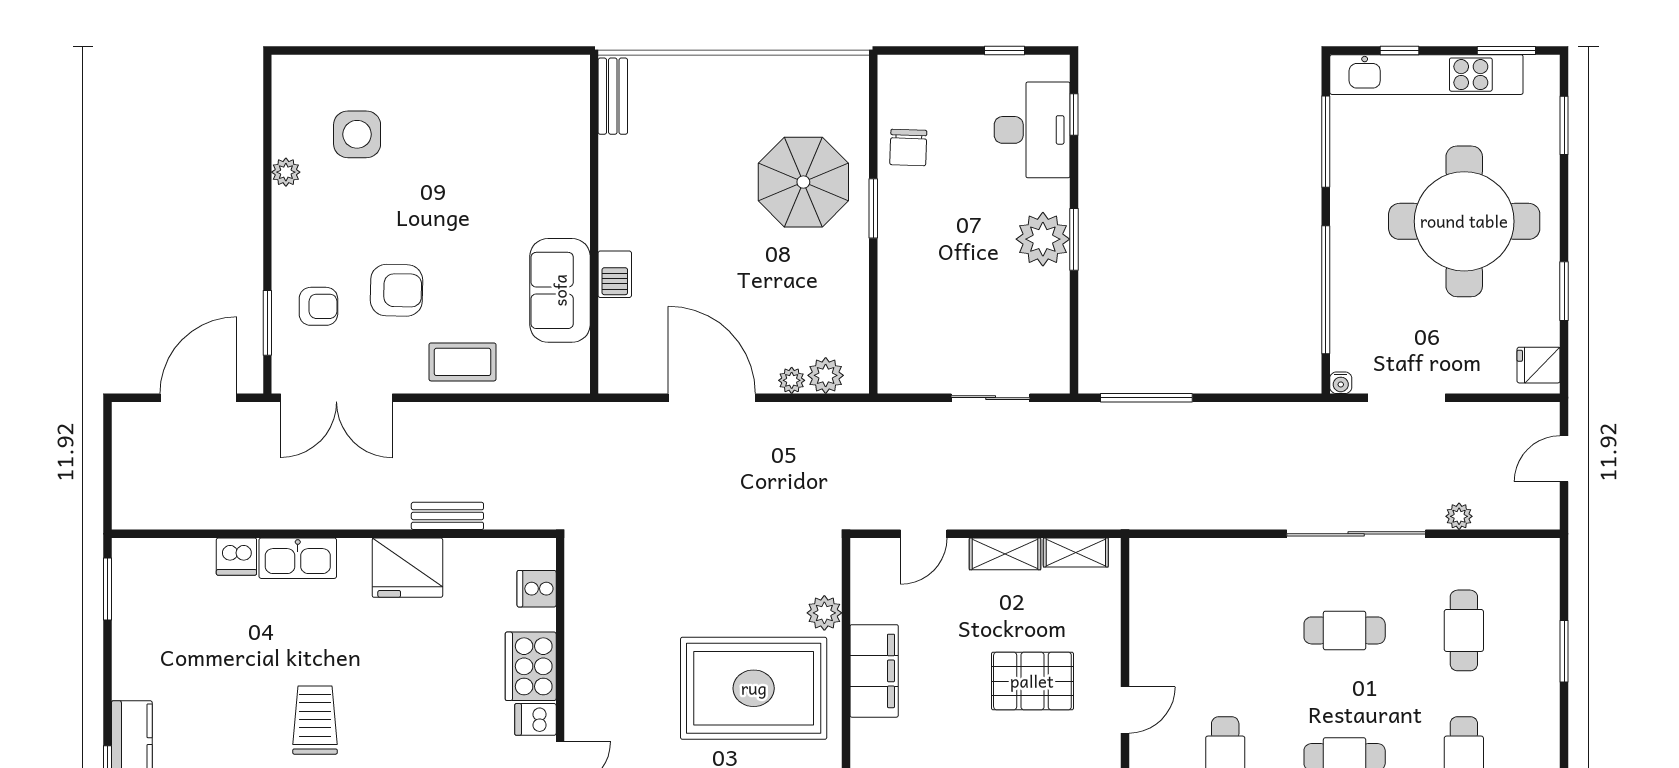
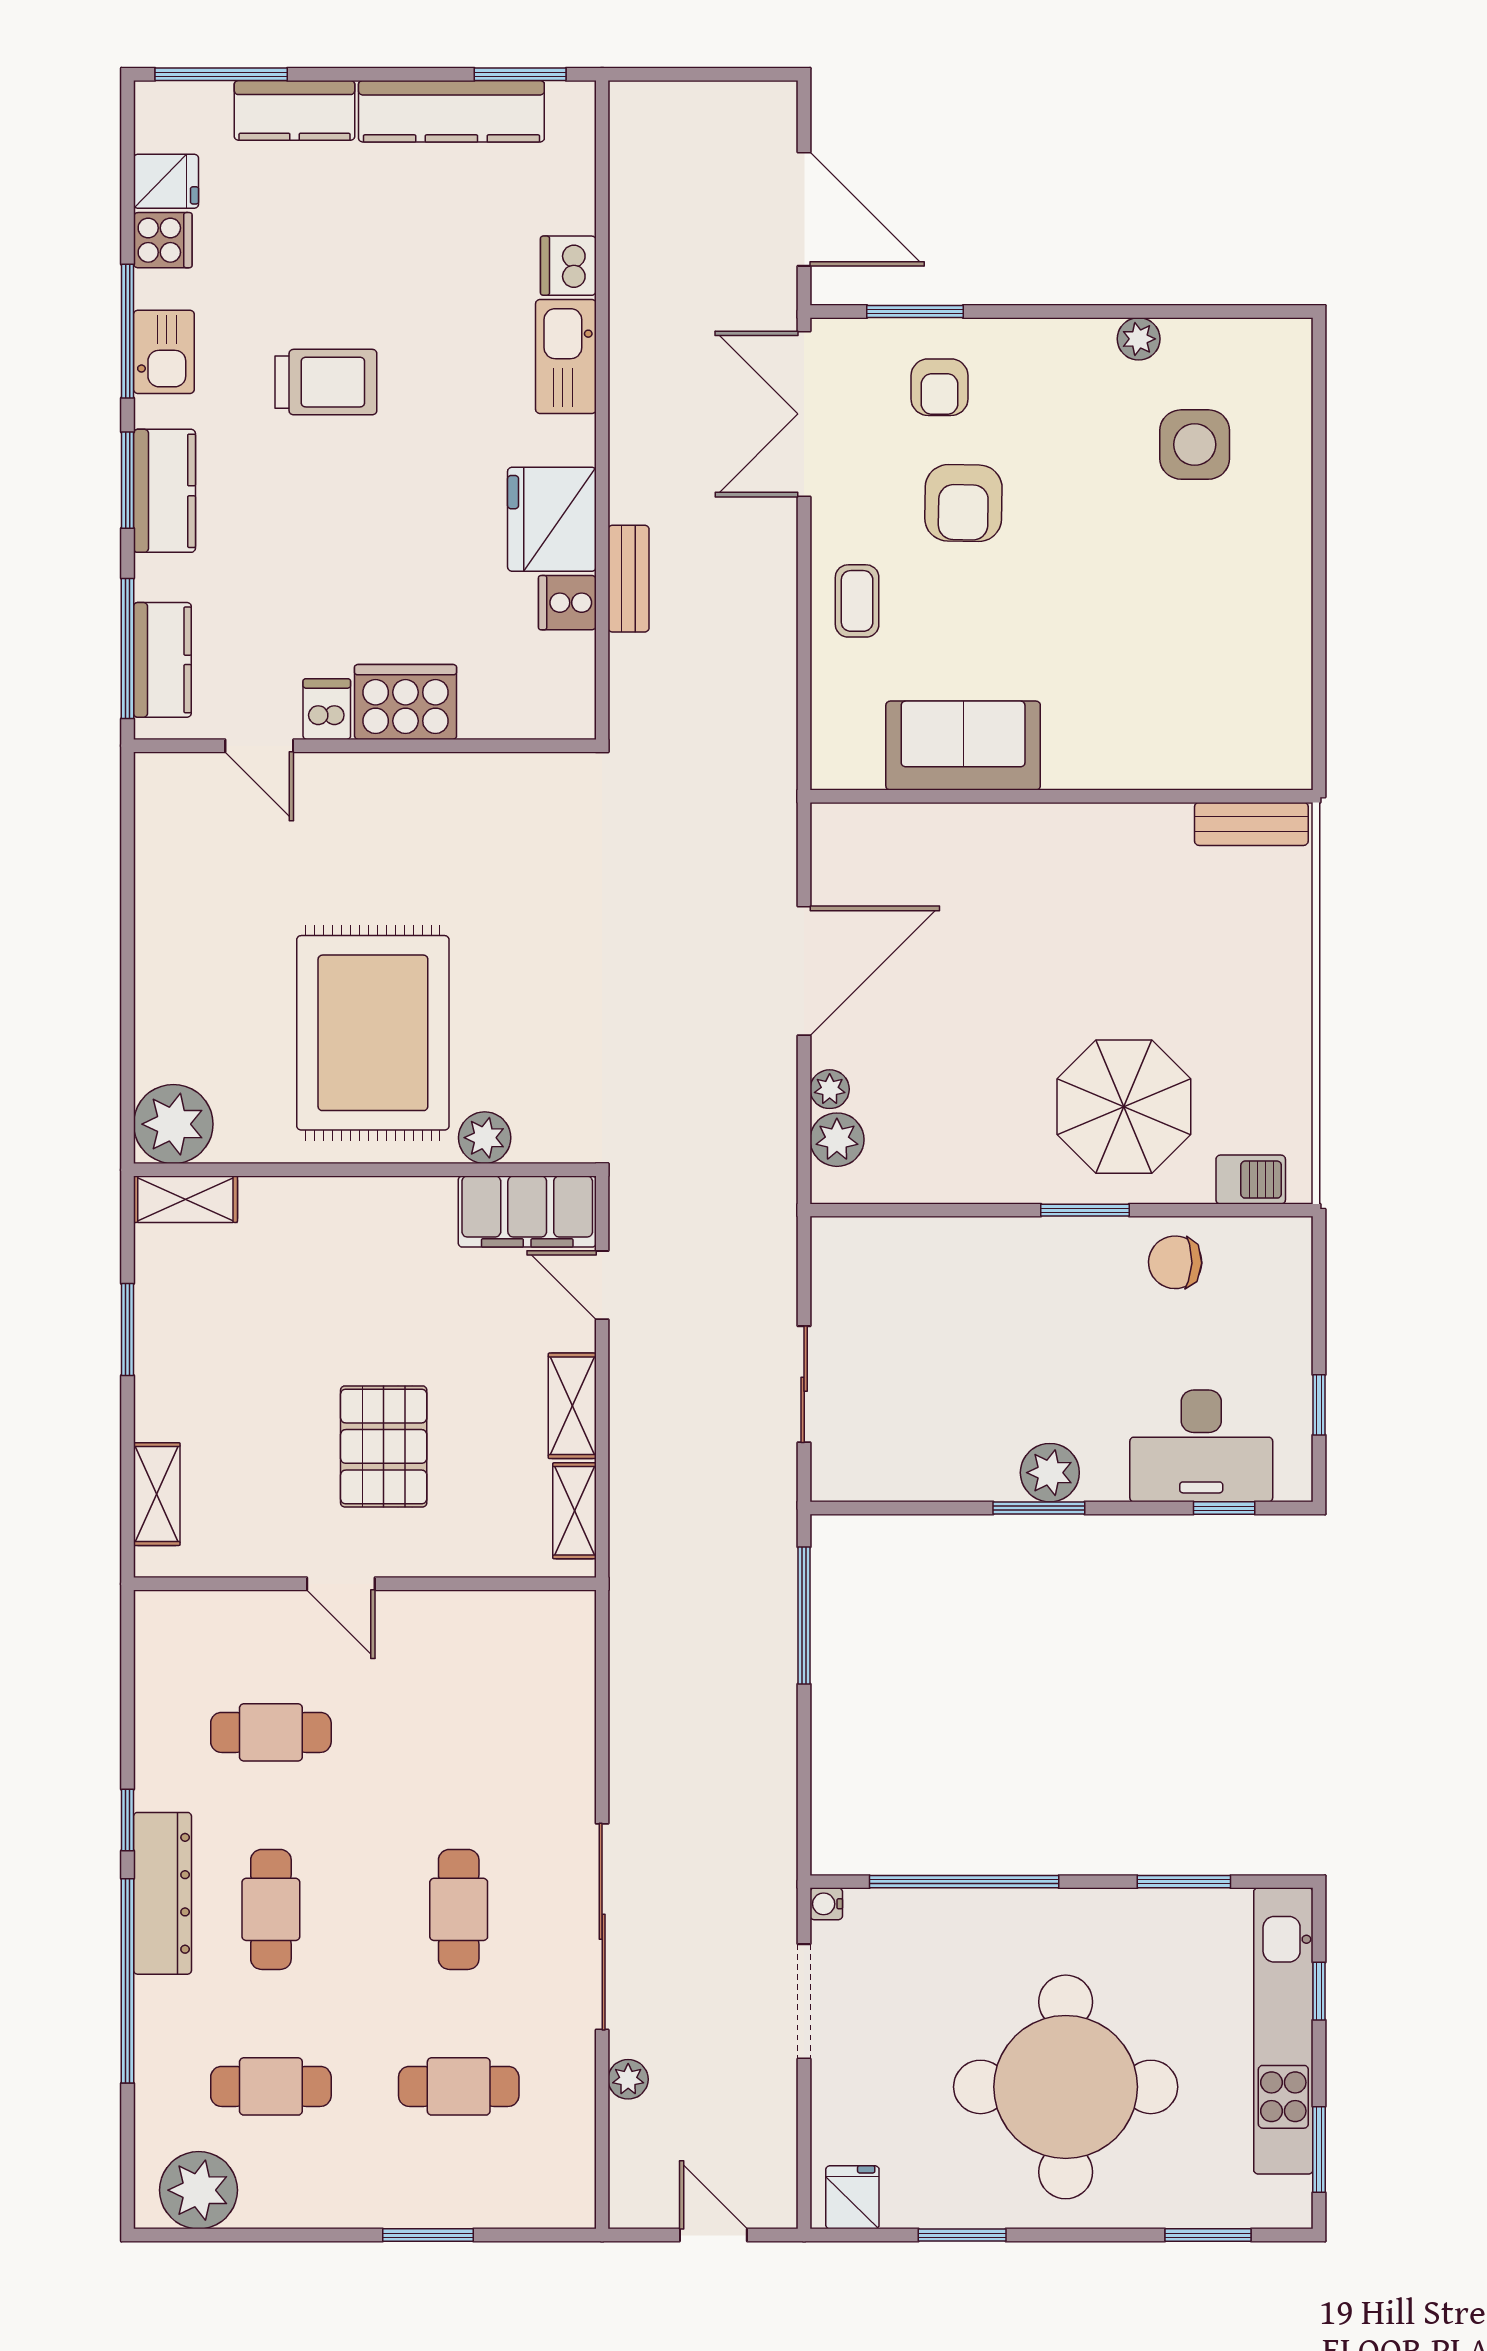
window: (1326, 142) -> (1184, 1882), width x0.69
plant: (1043, 239) -> (1050, 1473), width x0.73, depth x0.73
barbecue: (615, 274) -> (1251, 1180), moved, turned 180
coffee table: (462, 362) -> (857, 601), width x0.73, depth x0.77
cooker: (537, 589) -> (567, 603), moved, turned -90
kitchen counter: (132, 635) -> (451, 111), added
filing cabinet: (874, 671) -> (527, 1212), moved

